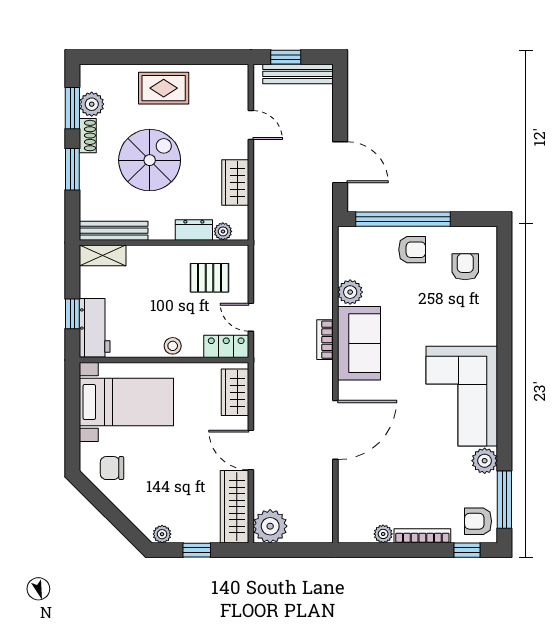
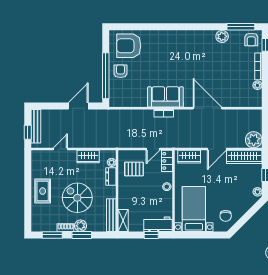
plant: (92, 104) -> (81, 226), moved
armchair: (465, 267) -> (129, 46), width x1.88, depth x1.88
pallet: (209, 278) -> (134, 169), turned 90
plant: (350, 292) -> (141, 101), removed
corner sofa: (462, 396) -> (191, 47), removed

